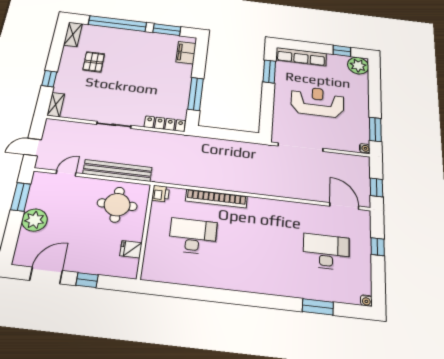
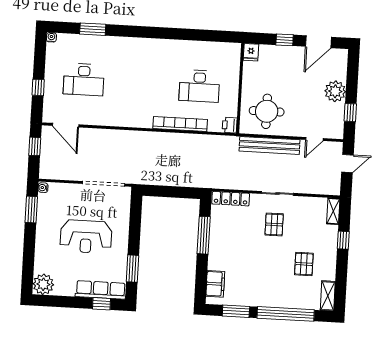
window: (342, 51) -> (101, 304), moved
pallet: (121, 98) -> (274, 224), added
window: (21, 197) -> (350, 113), width x0.67
fridge: (131, 249) -> (251, 52), moved, turned 90

